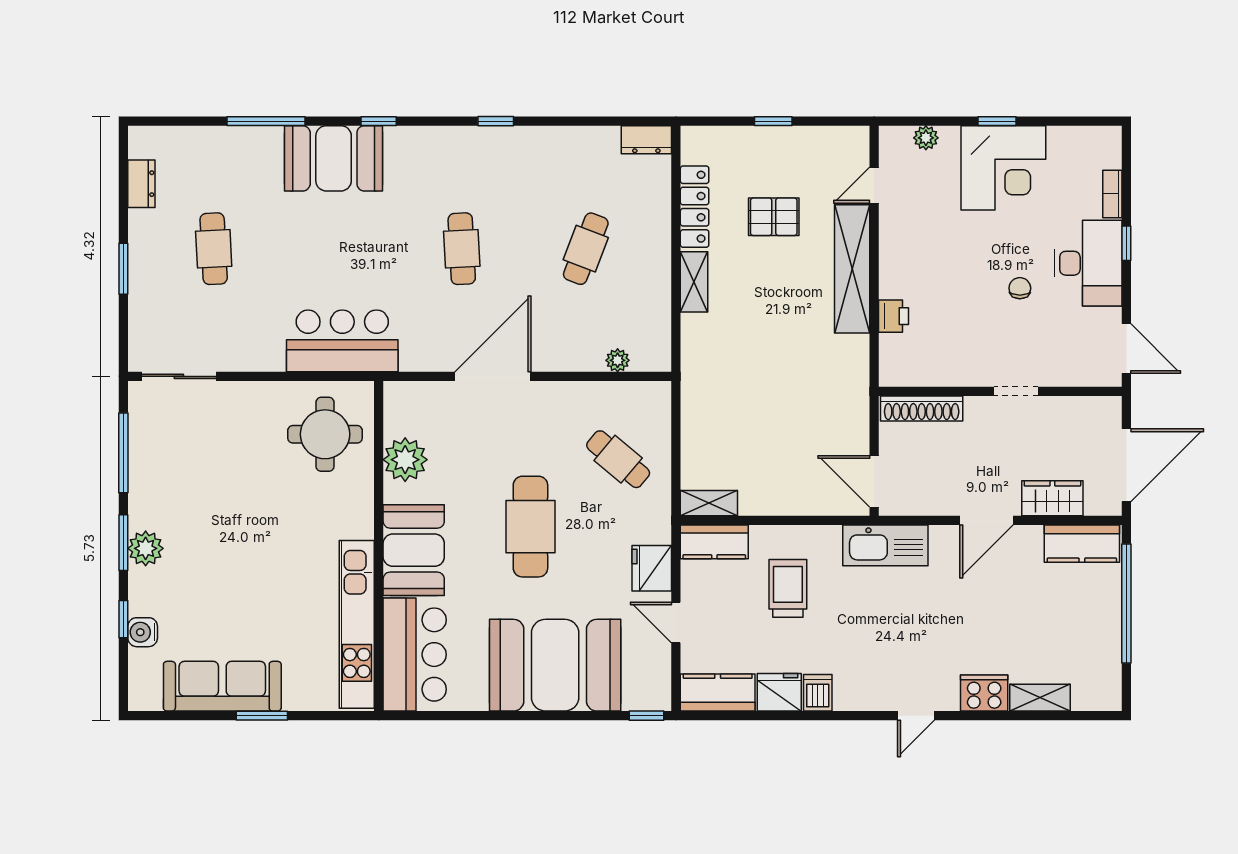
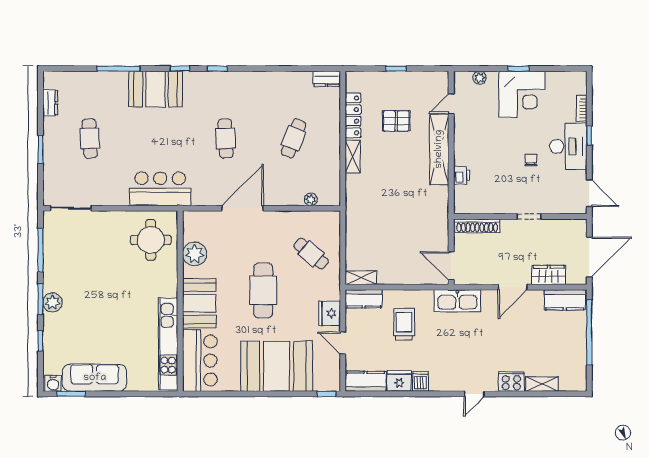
window: (496, 121) -> (217, 69), moved
water cooler: (143, 632) -> (53, 383), moved, turned -90
window: (262, 716) -> (71, 394), moved

